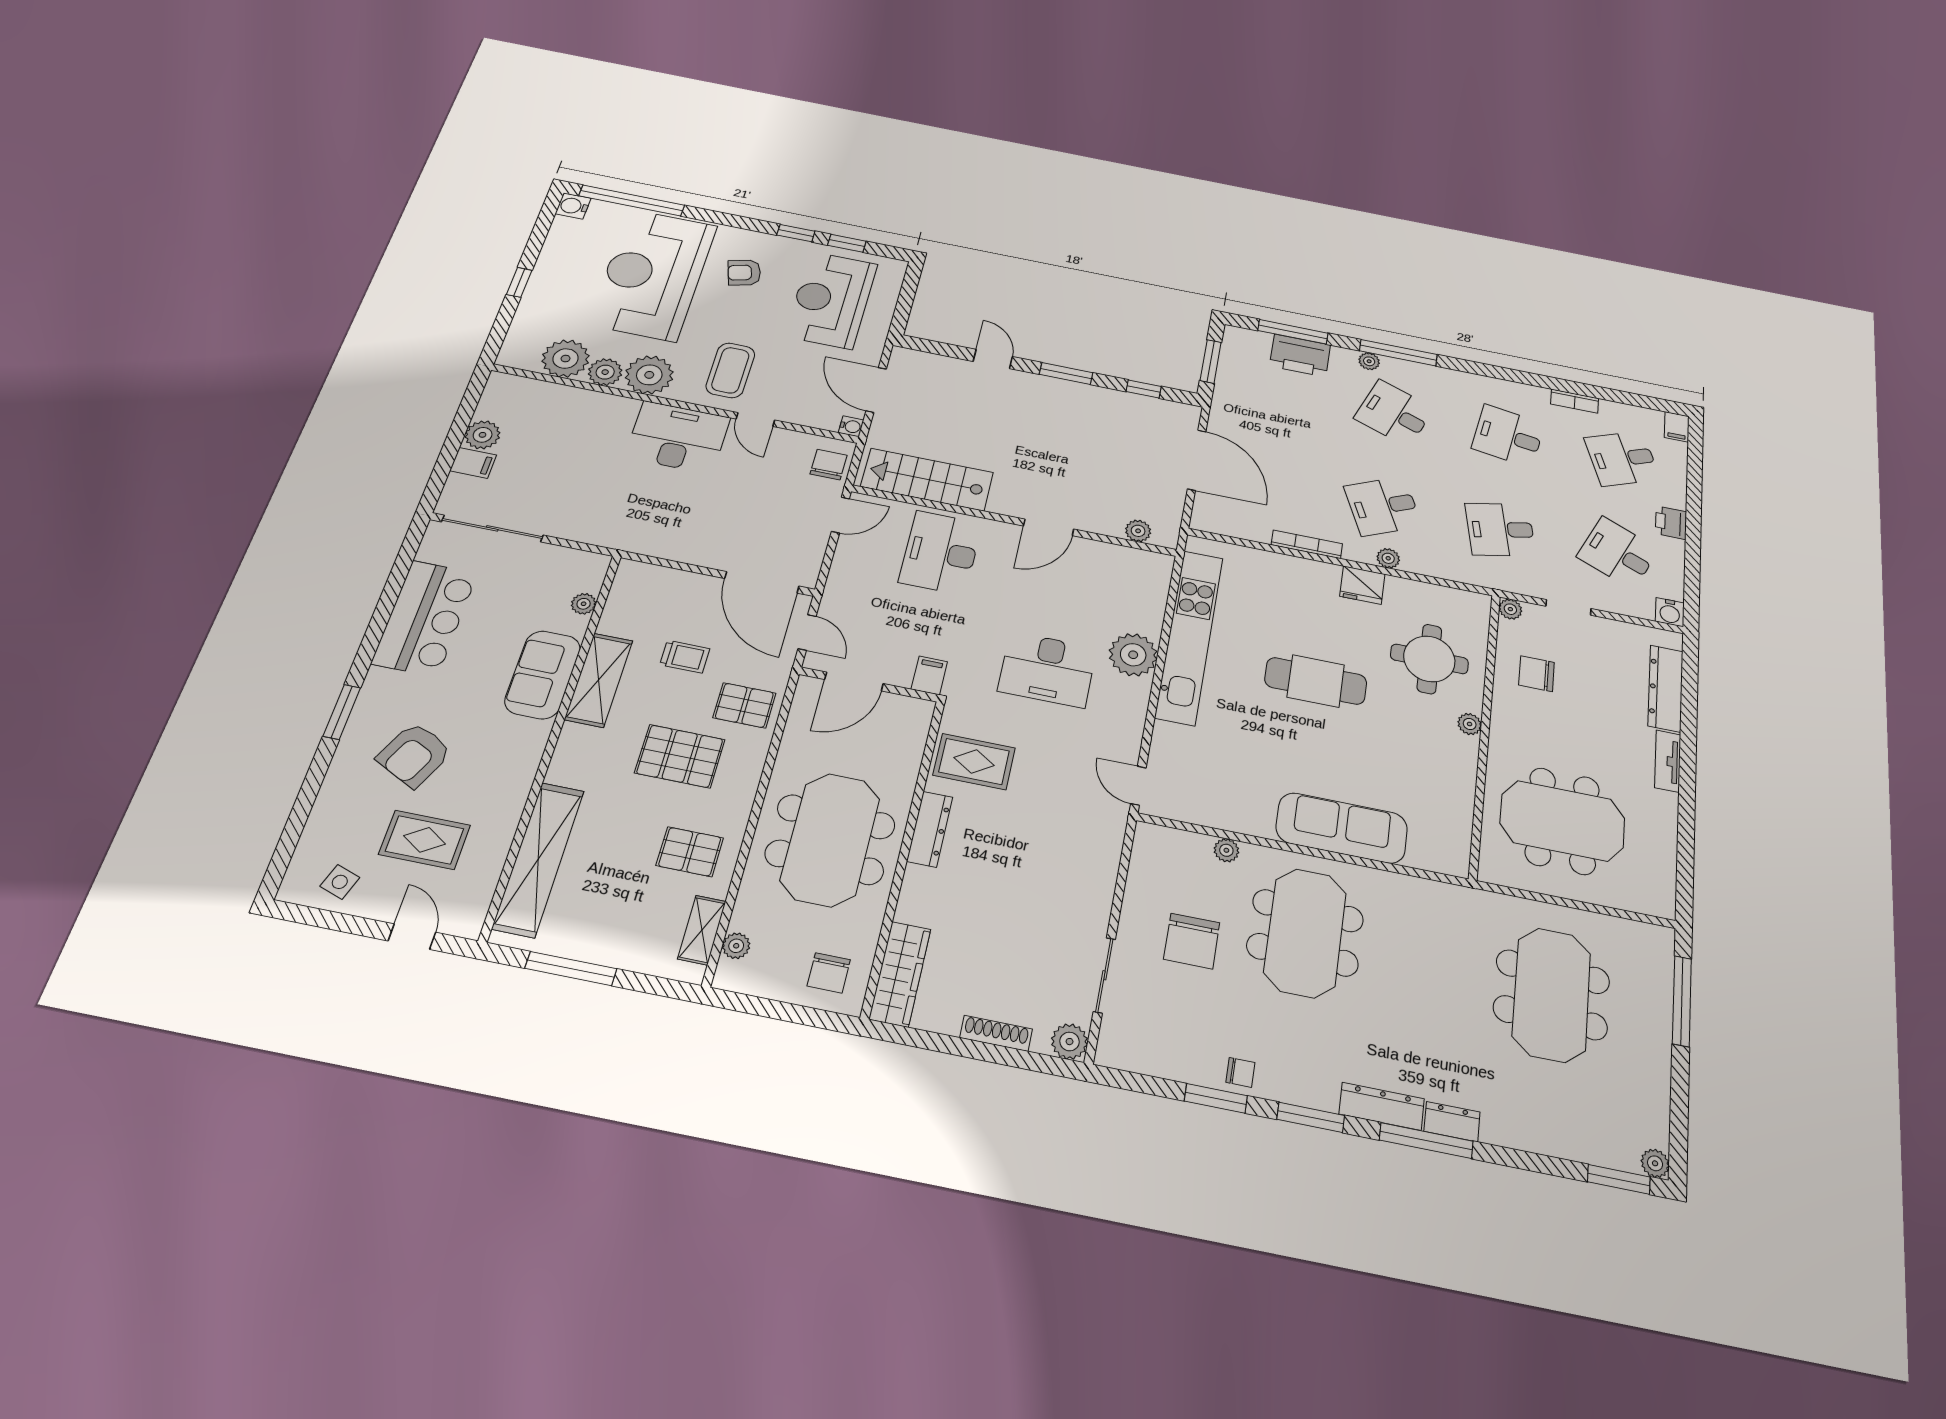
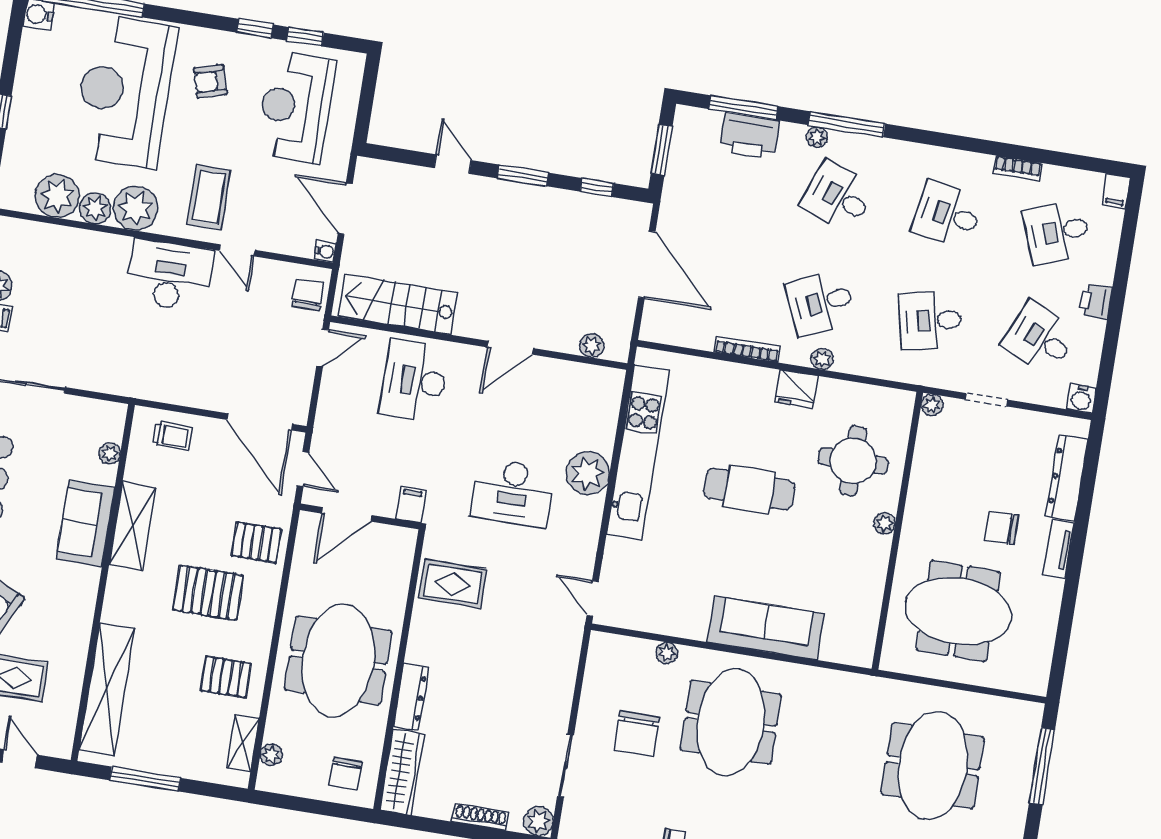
trolley: (685, 657) -> (173, 436), moved
chair: (1536, 674) -> (1001, 528), moved
dresser: (930, 829) -> (411, 697), moved

